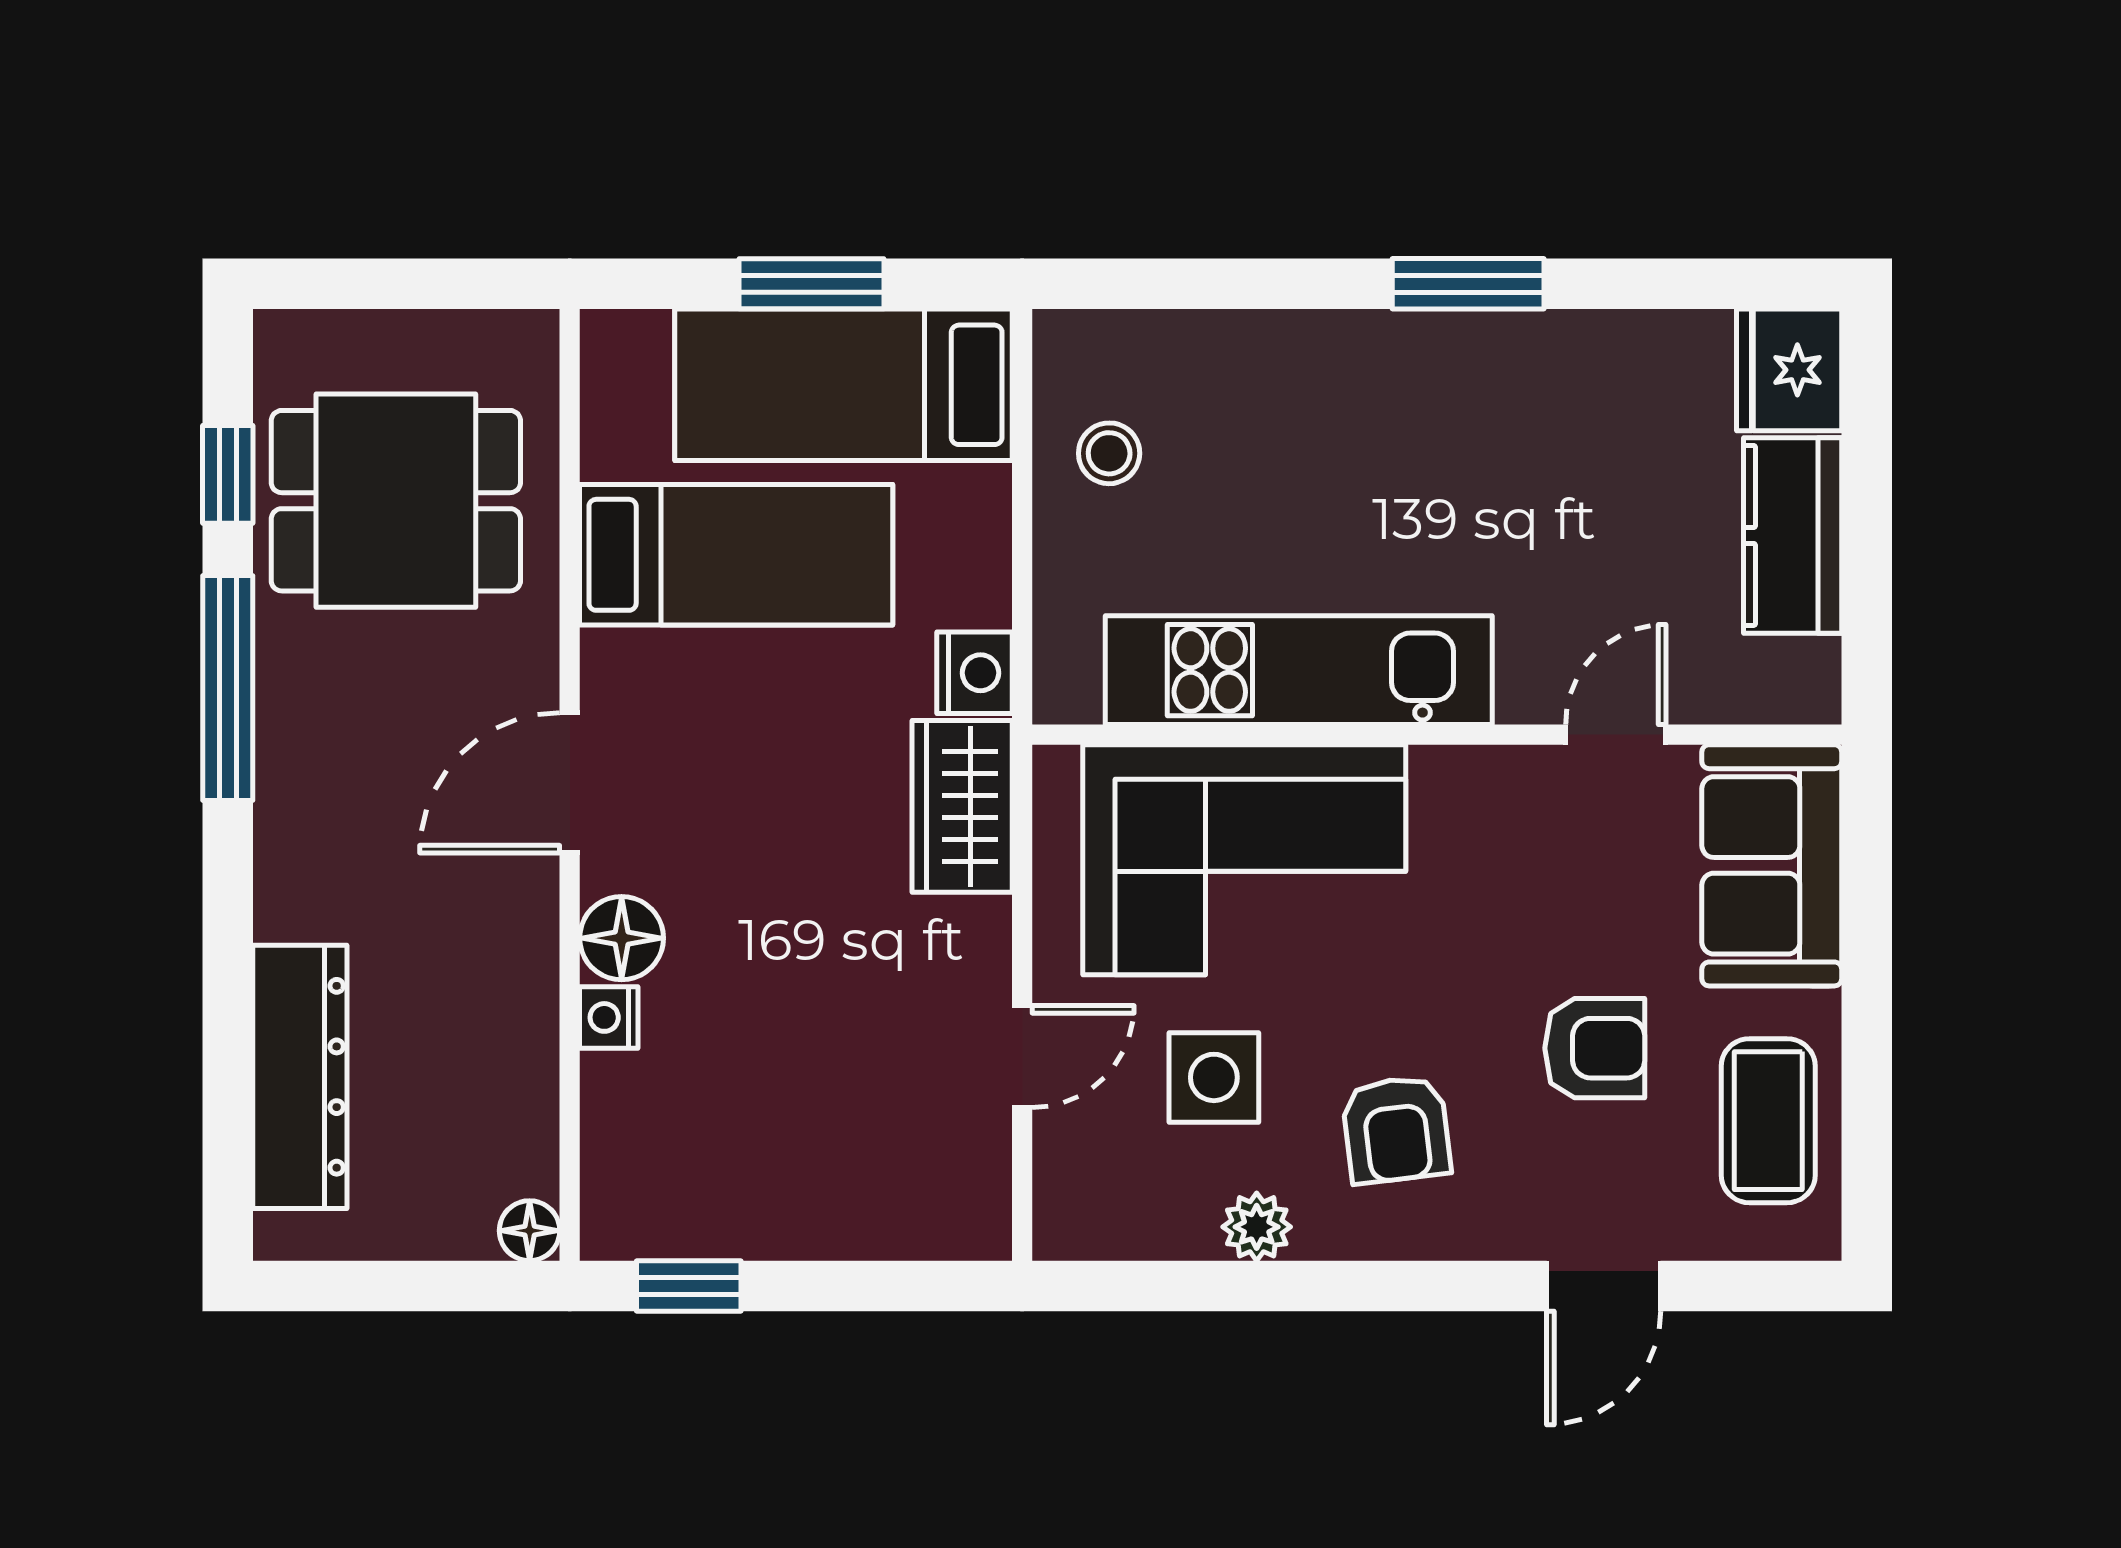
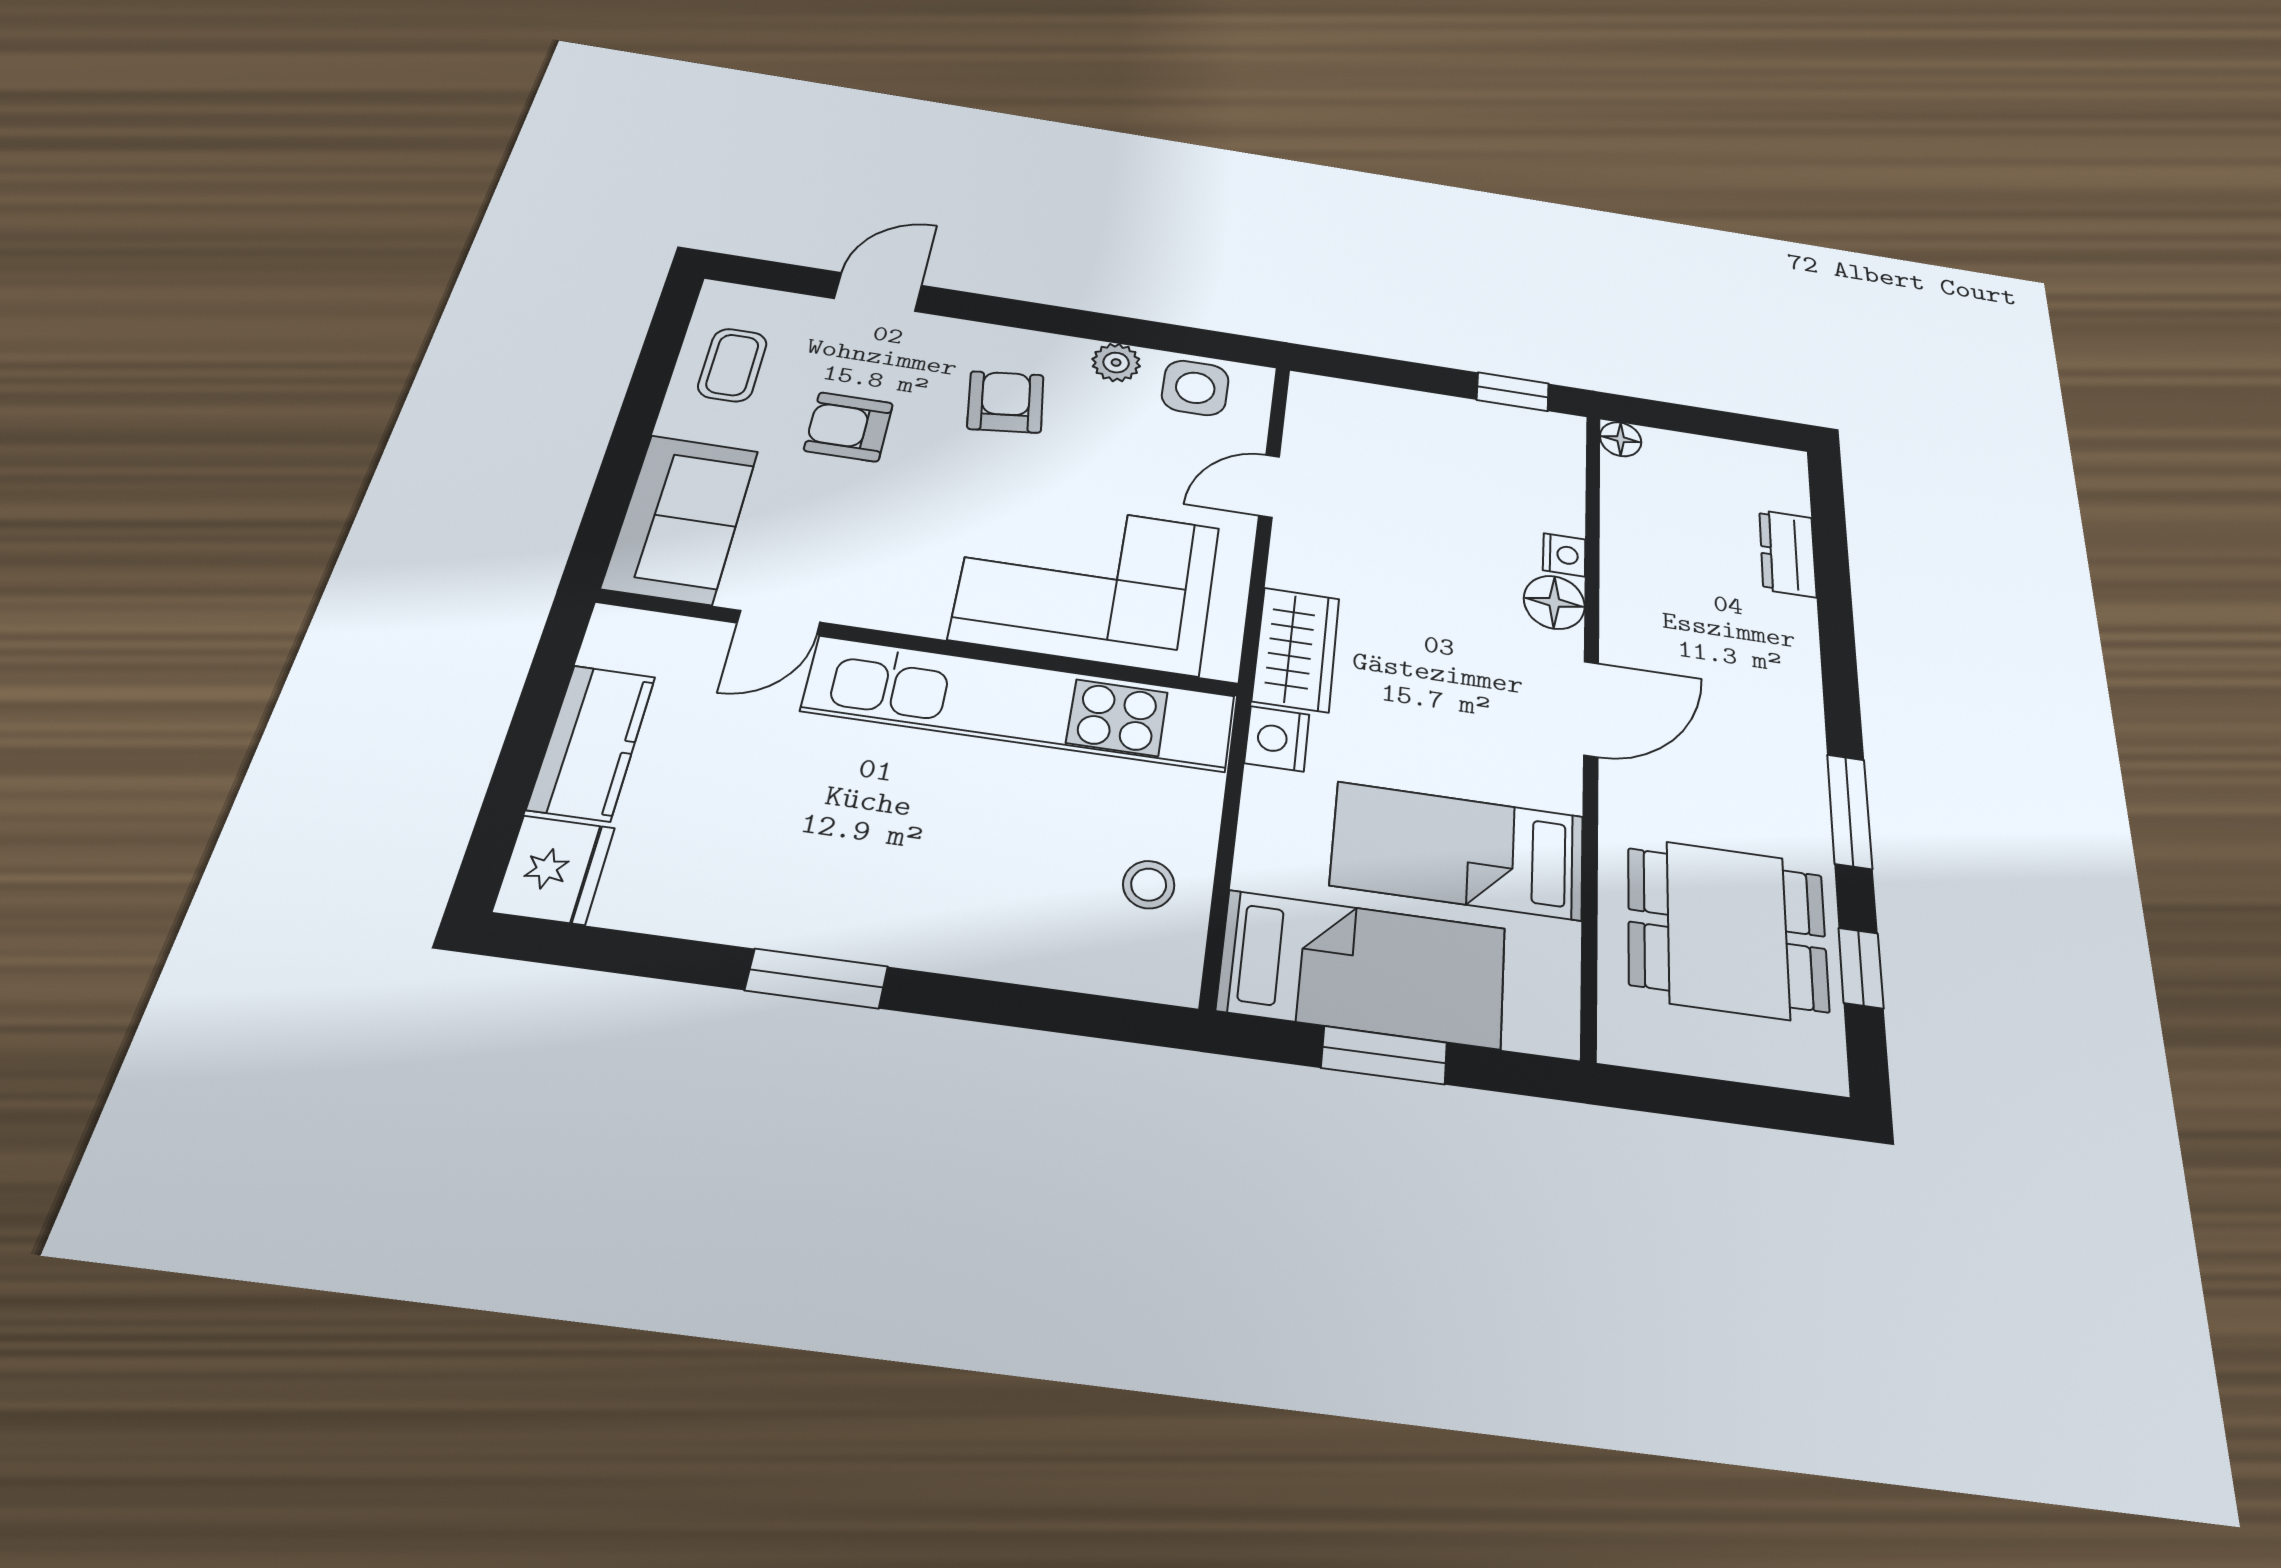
kitchen unit: (1299, 670) -> (1021, 704), width x1.36
window: (228, 688) -> (1849, 811), width x0.69
dresser: (300, 1077) -> (1788, 553), width x0.51, depth x0.80
side table: (1214, 1077) -> (1195, 388), moved
coffee table: (1768, 1121) -> (732, 365), width x0.73, depth x0.77

